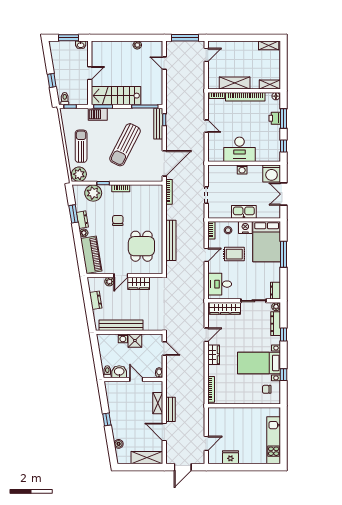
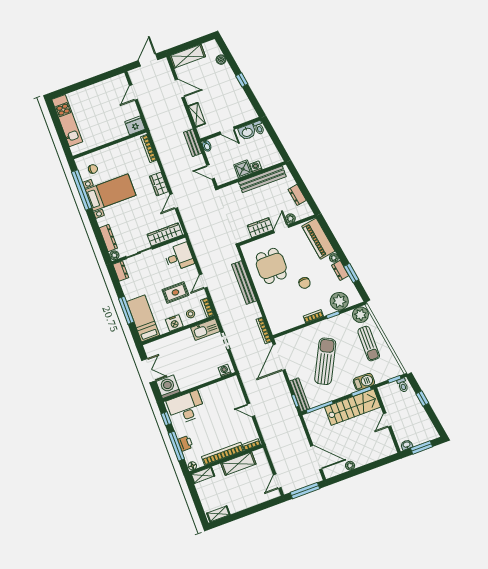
door: (164, 63) -> (316, 458), width x1.87
window: (283, 119) -> (176, 446), width x1.44
desk: (239, 149) -> (186, 408), moved
washing machine: (242, 169) -> (225, 370), moved
kitchen sink: (244, 212) -> (205, 329), moved
bed: (267, 242) -> (143, 318), width x0.67
window: (283, 335) -> (97, 230), removed
window: (283, 375) -> (82, 190), width x3.17
bench: (170, 409) -> (193, 143), moved
fridge: (230, 457) -> (135, 125), moved, turned 180

